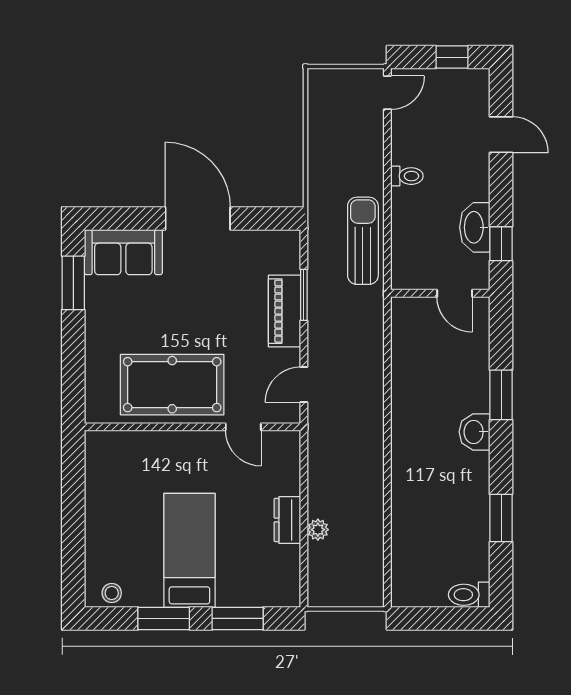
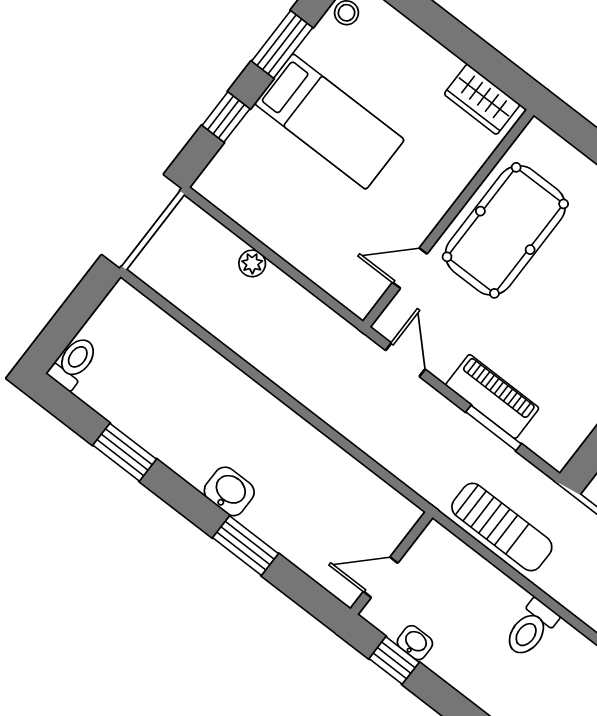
toilet: (407, 176) -> (531, 628), width x1.37, depth x1.39
washbasin: (475, 227) -> (415, 643), width x0.52, depth x0.69
wardrobe: (100, 464) -> (482, 99), added
dresser: (287, 520) -> (285, 241), removed
window: (238, 618) -> (226, 117), width x0.67

